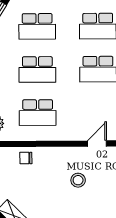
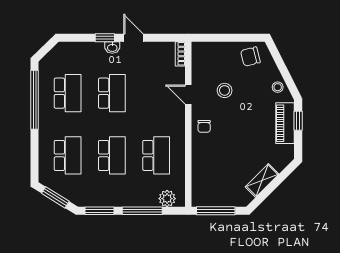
chair: (26, 158) -> (204, 126), moved
stool: (78, 180) -> (225, 90), moved

